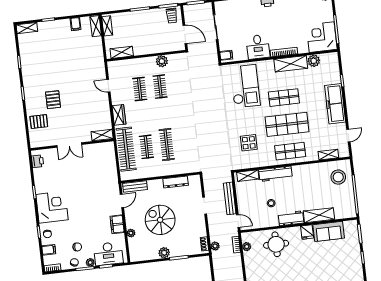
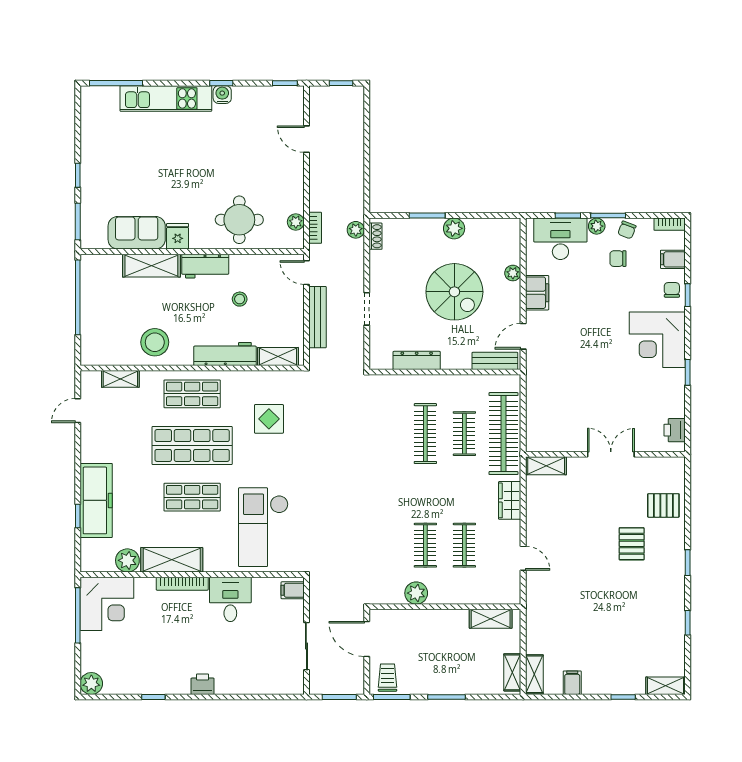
freezer: (335, 104) -> (96, 500), moved
stool: (338, 177) -> (155, 342), moved

